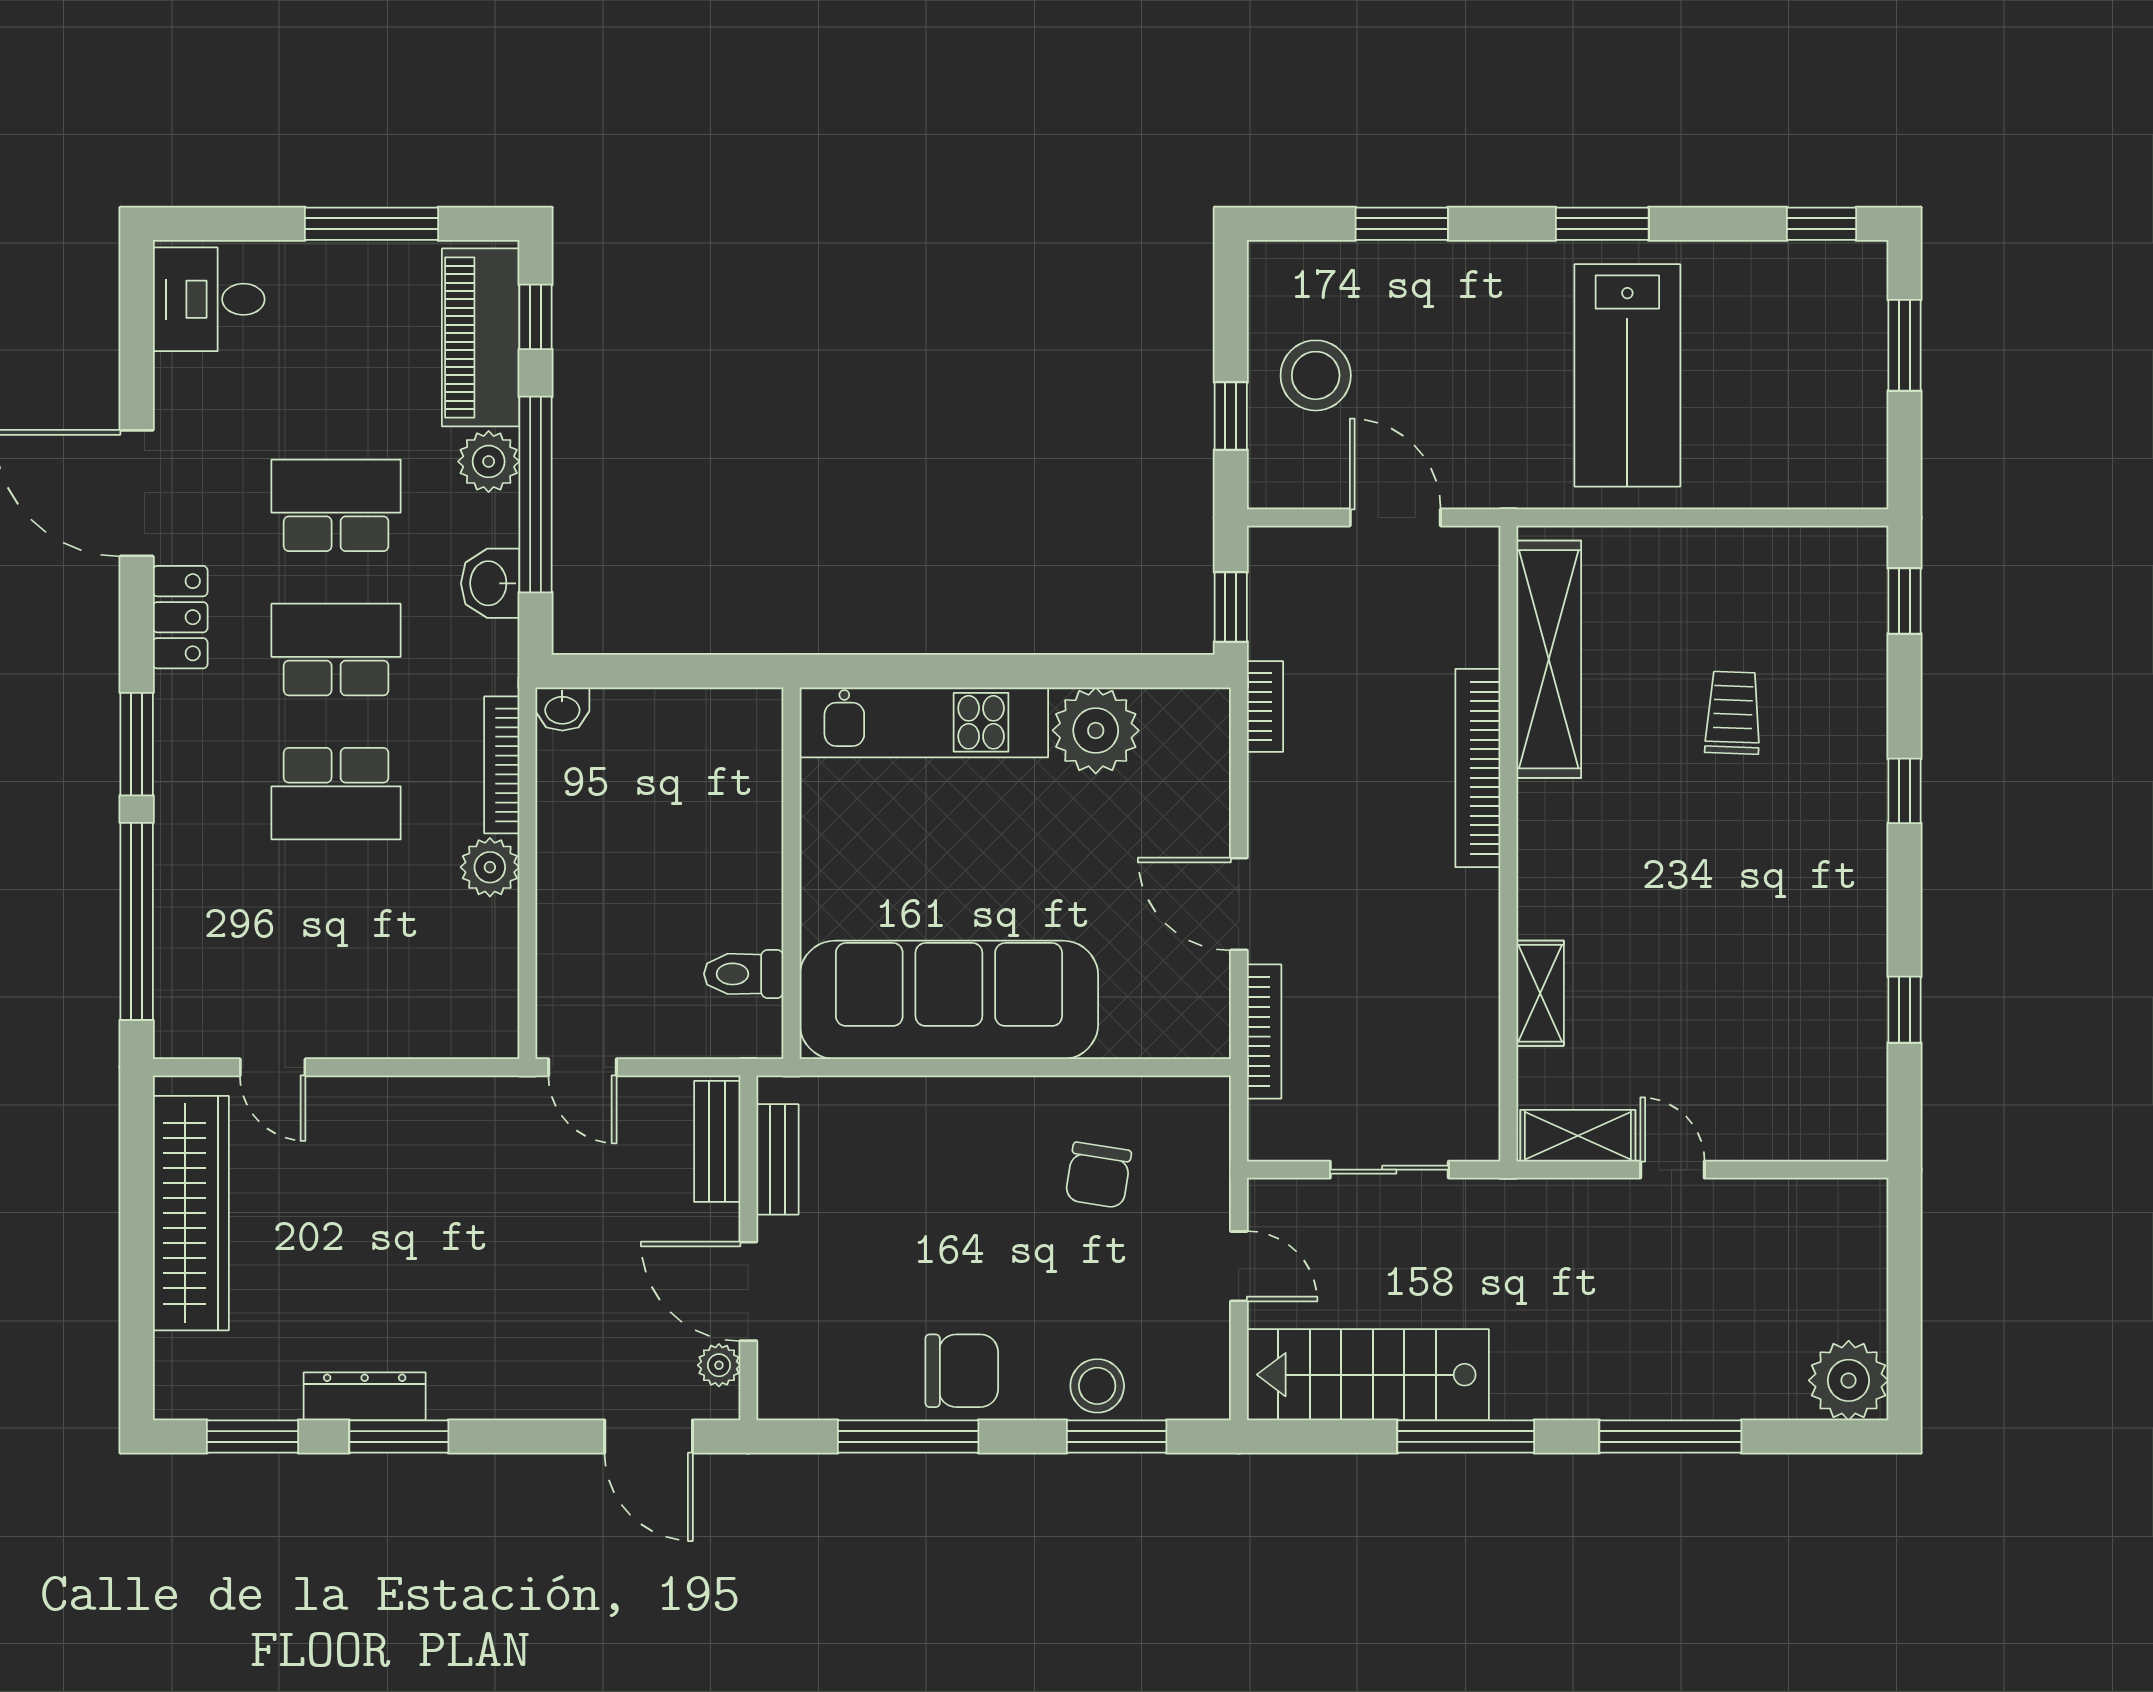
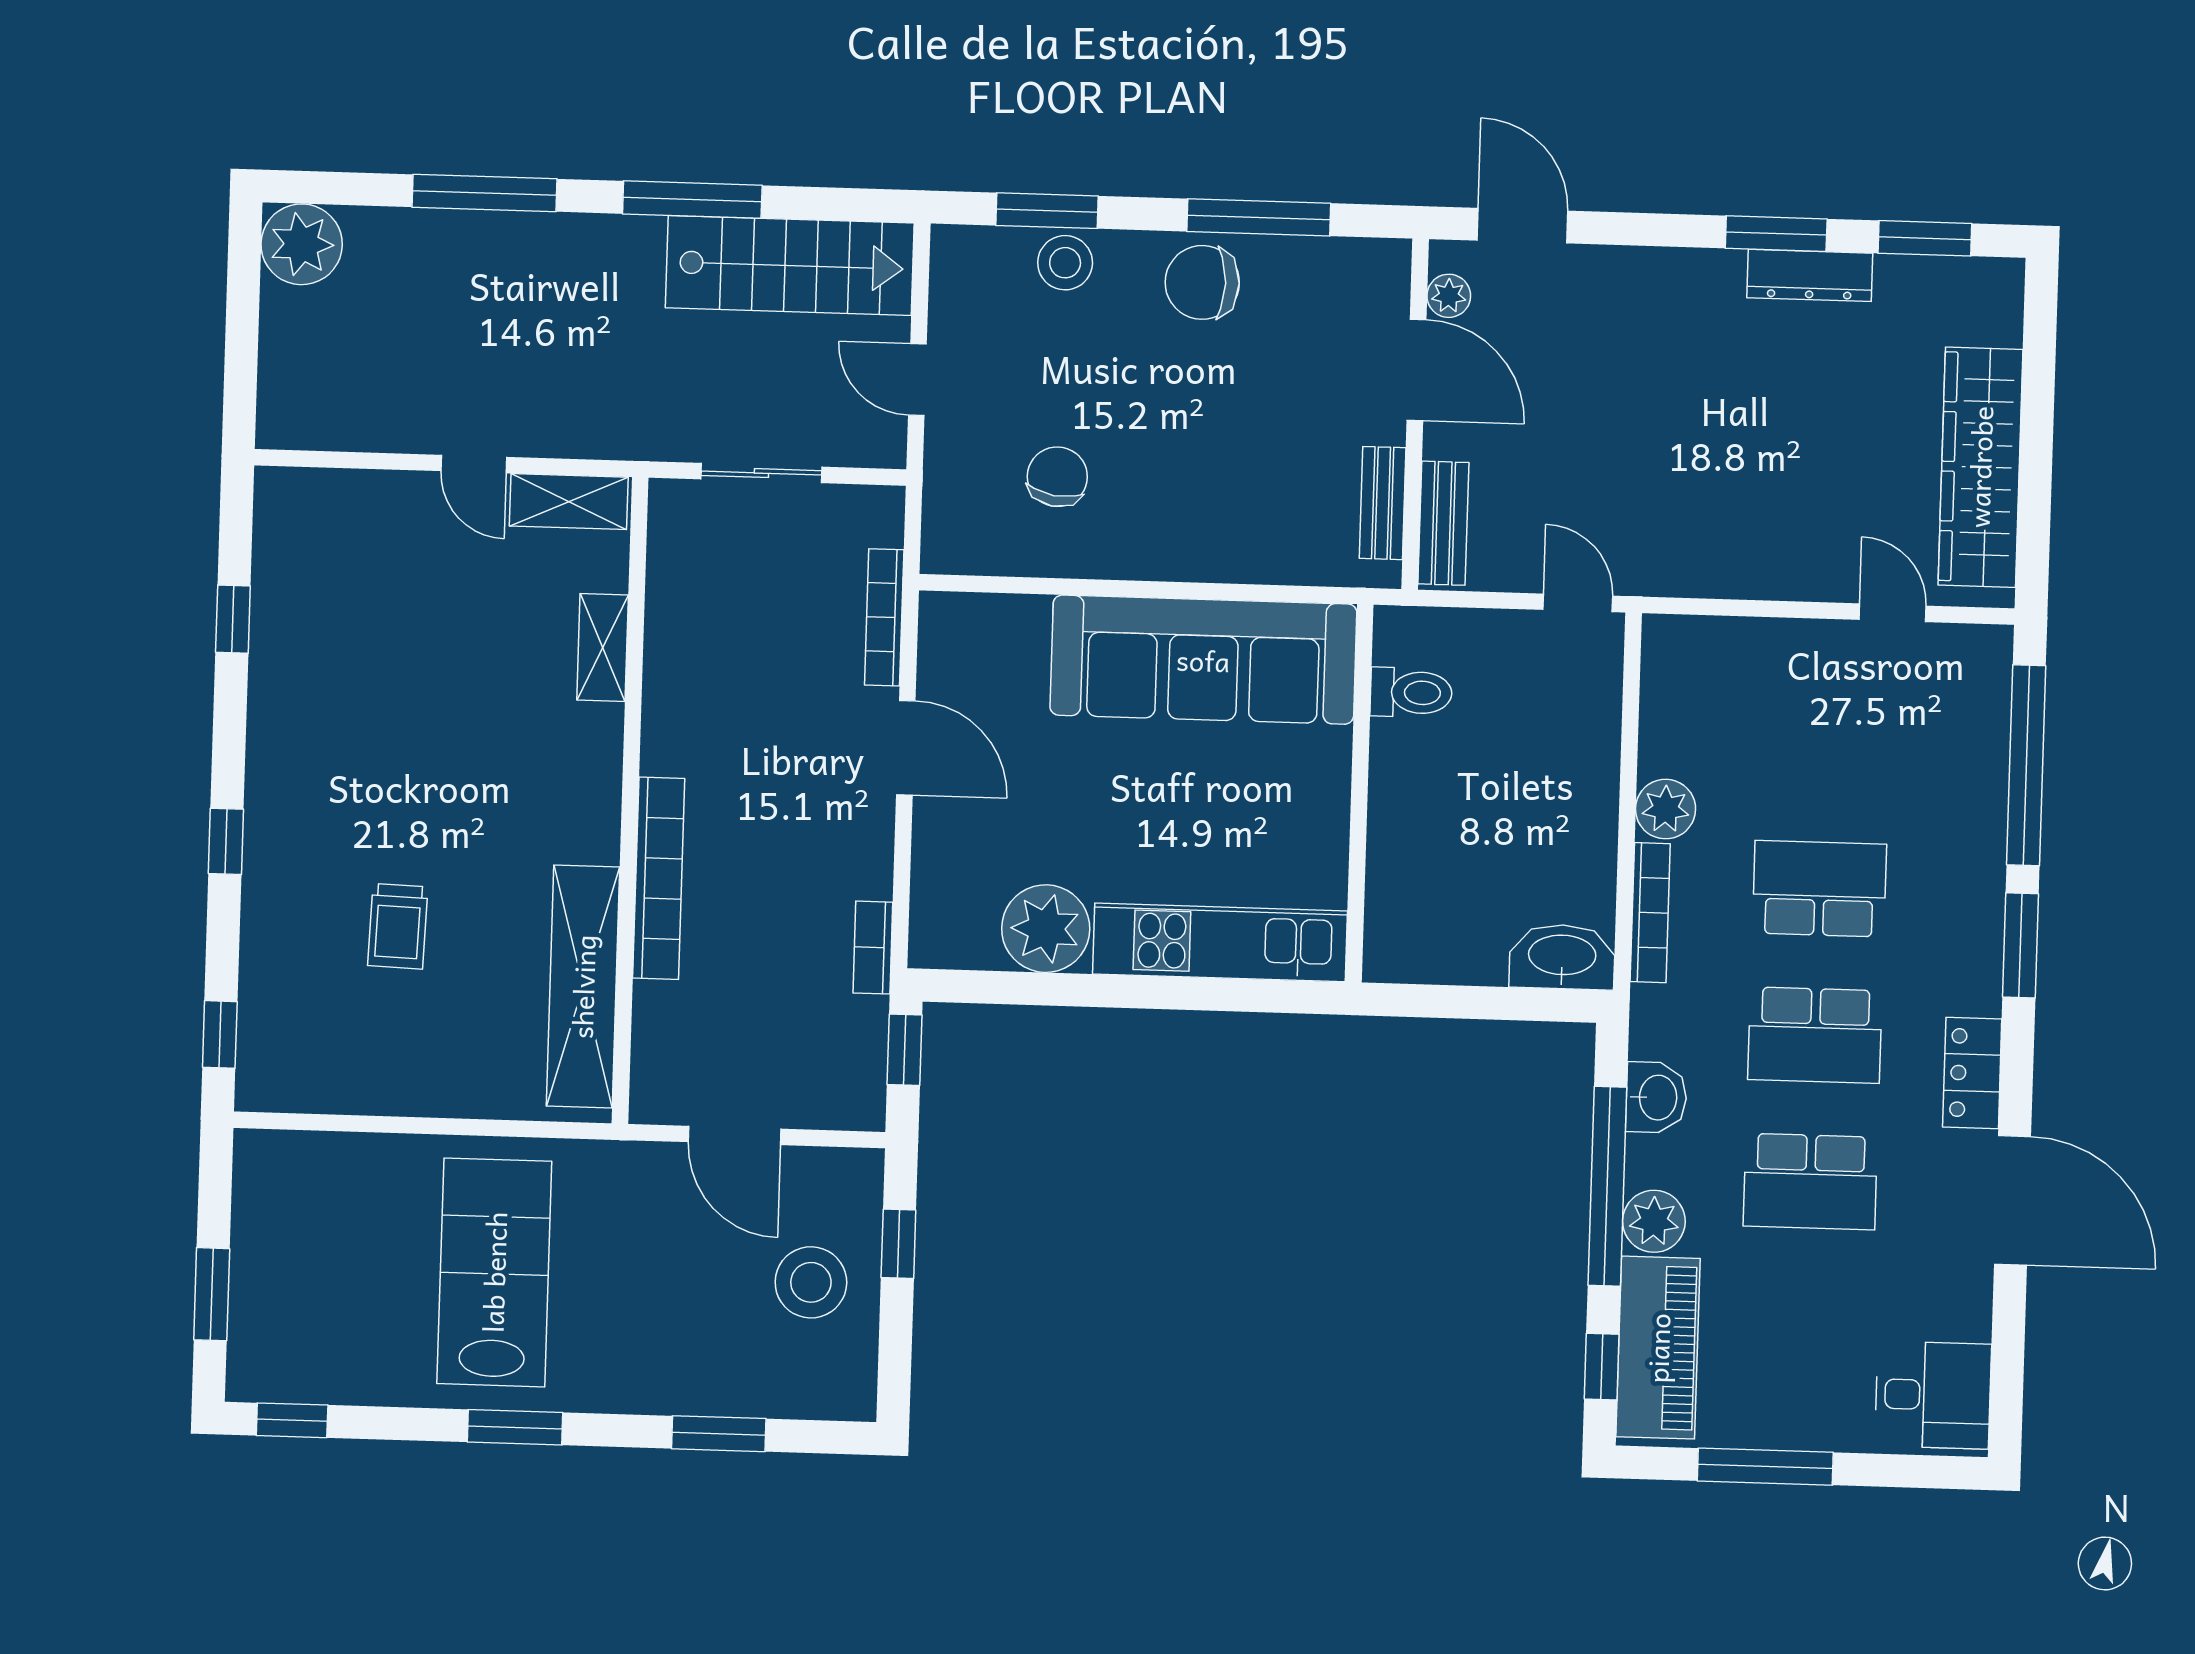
washbasin: (562, 709) -> (1562, 957), width x1.91, depth x1.45

